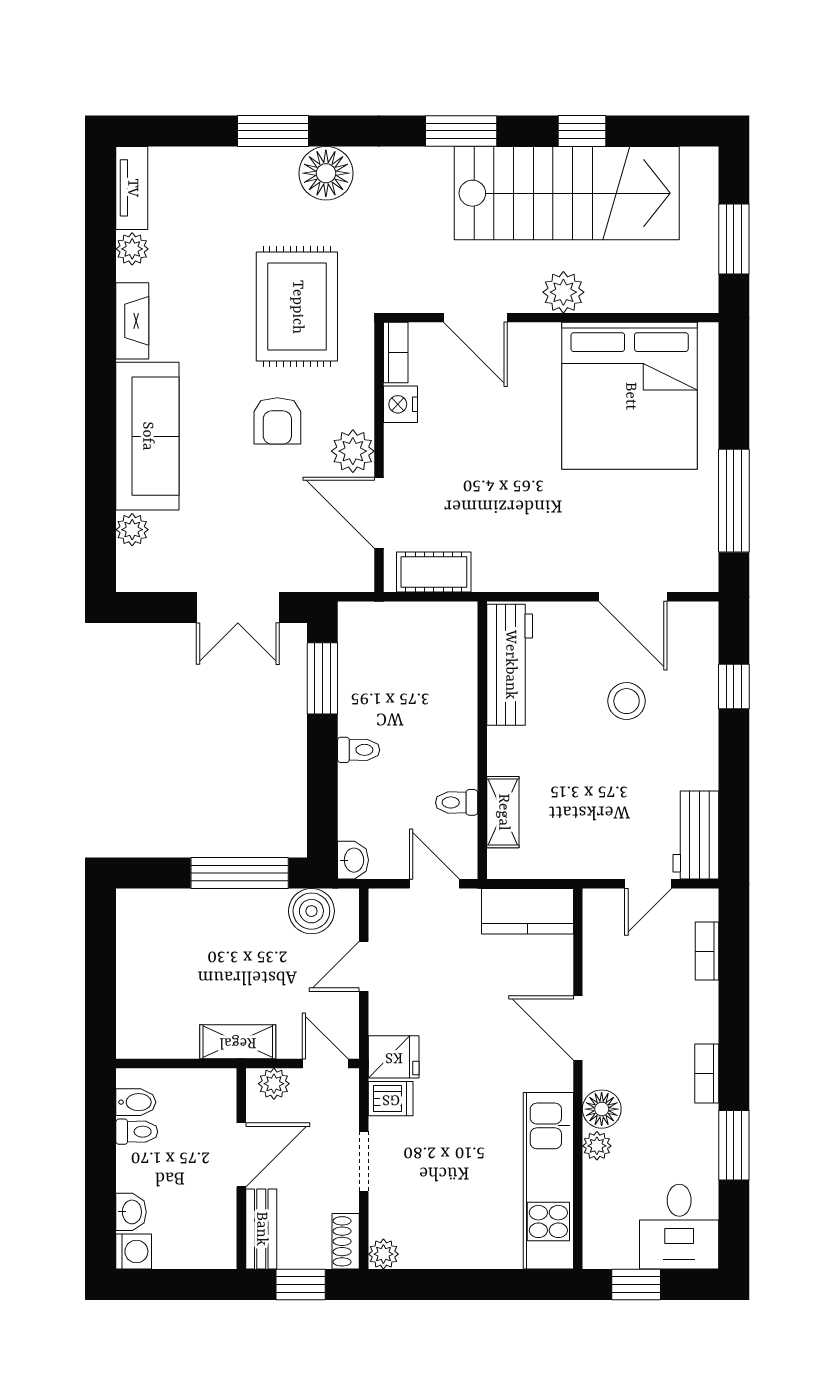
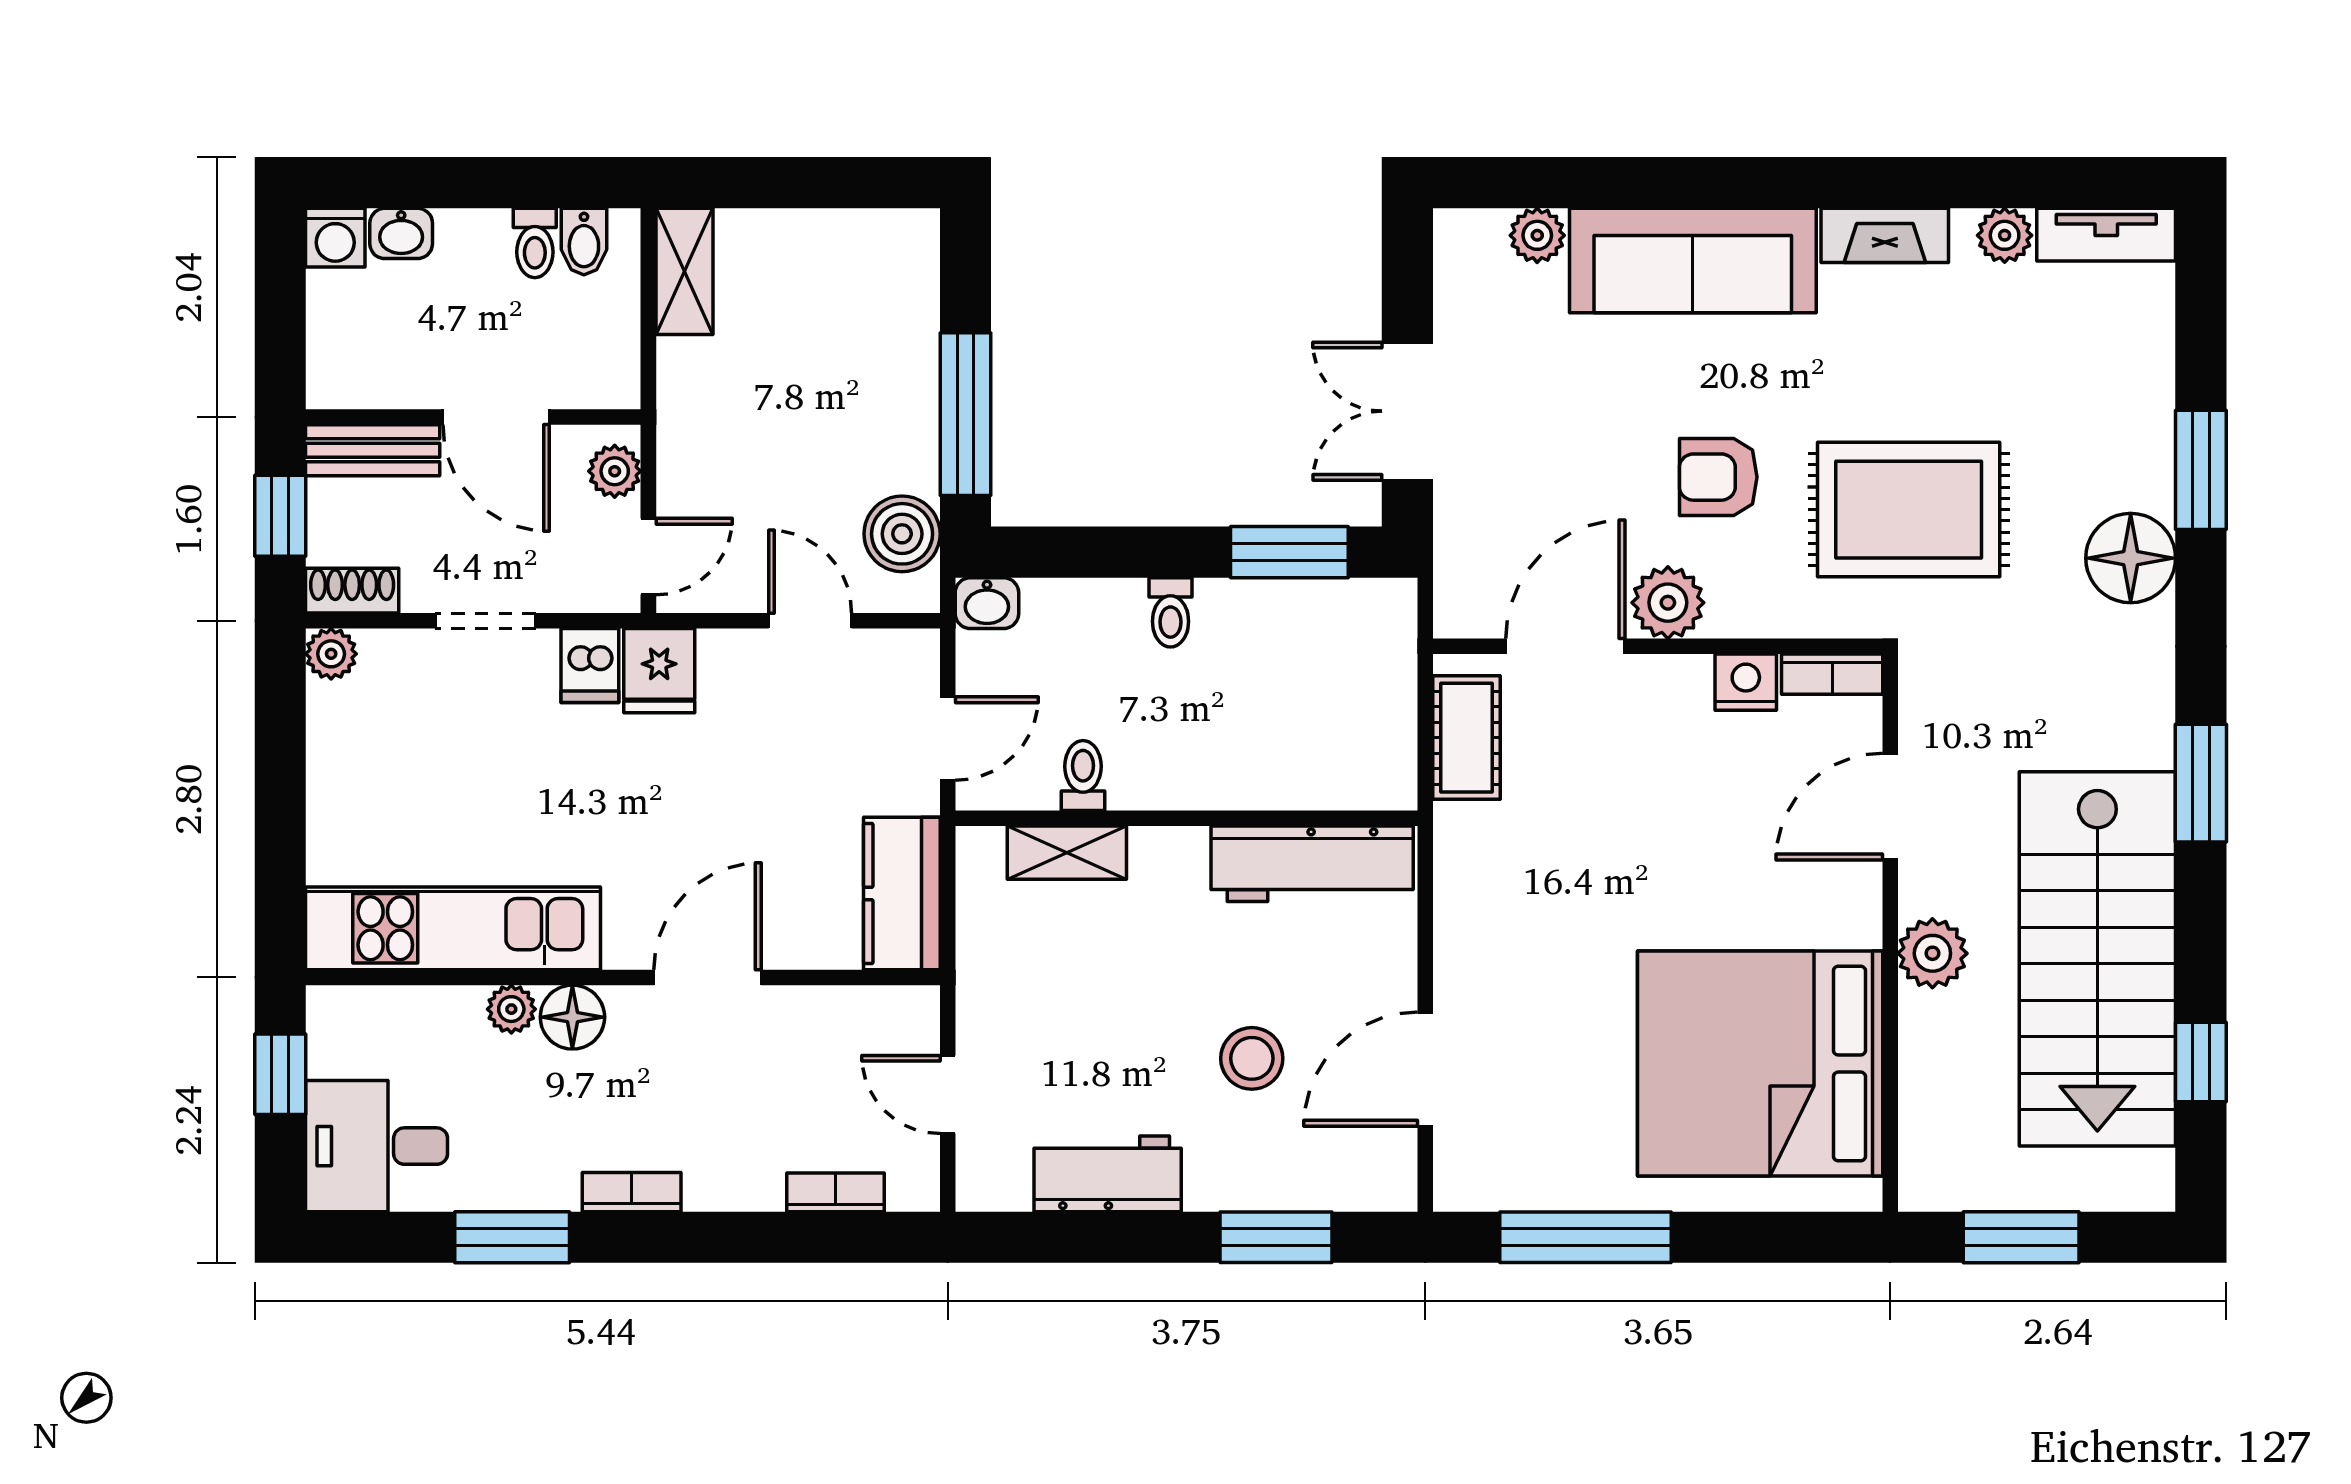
window: (582, 131) -> (2201, 1062), moved
window: (734, 687) -> (1276, 1237), width x1.50
workbench: (696, 835) -> (1108, 1174), moved
shelving: (238, 1042) -> (684, 271), moved

